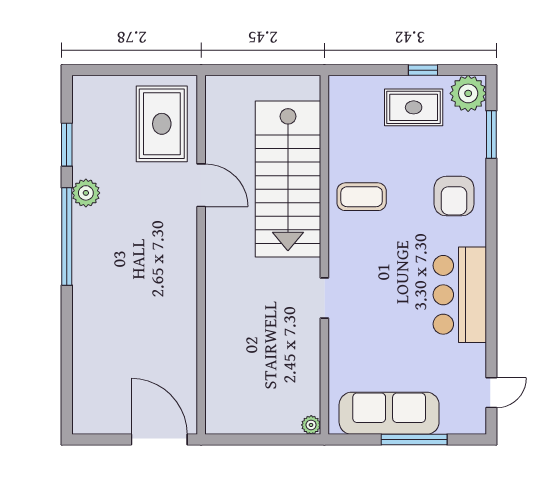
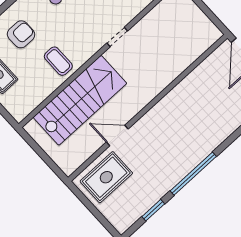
door: (201, 185) -> (117, 136), hinge flipped
plant: (86, 193) -> (167, 183), removed
armchair: (454, 196) -> (21, 34), moved

